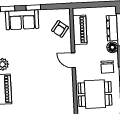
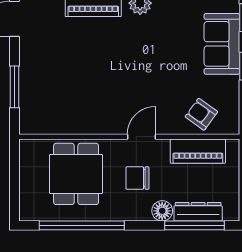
chair: (107, 67) -> (138, 178), moved

